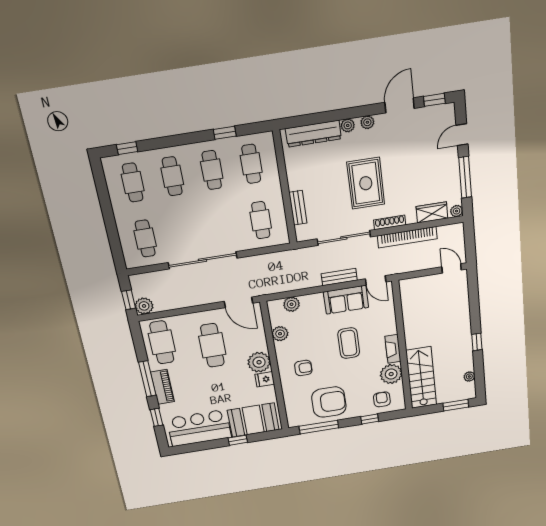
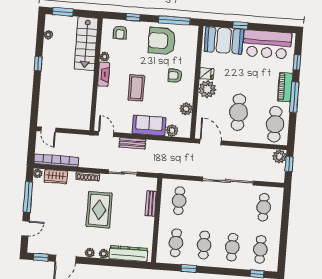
bookcase: (407, 237) -> (56, 160), moved
sliding door: (344, 238) -> (123, 173), width x0.73
sofa: (346, 300) -> (149, 125), moved
plant: (391, 374) -> (104, 57), width x0.53, depth x0.53

